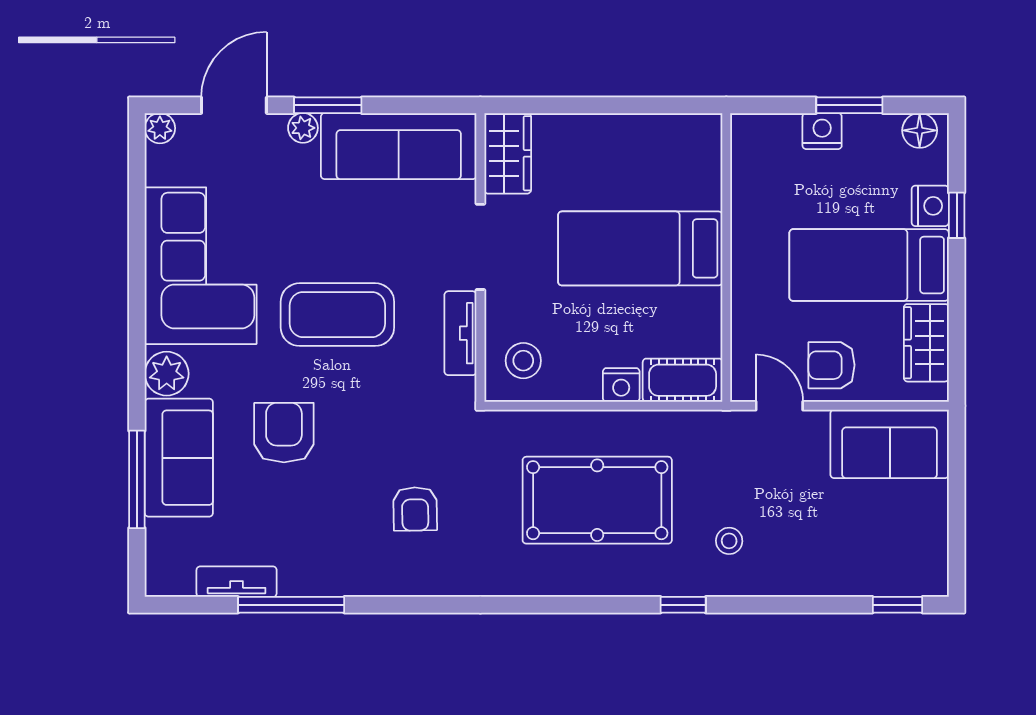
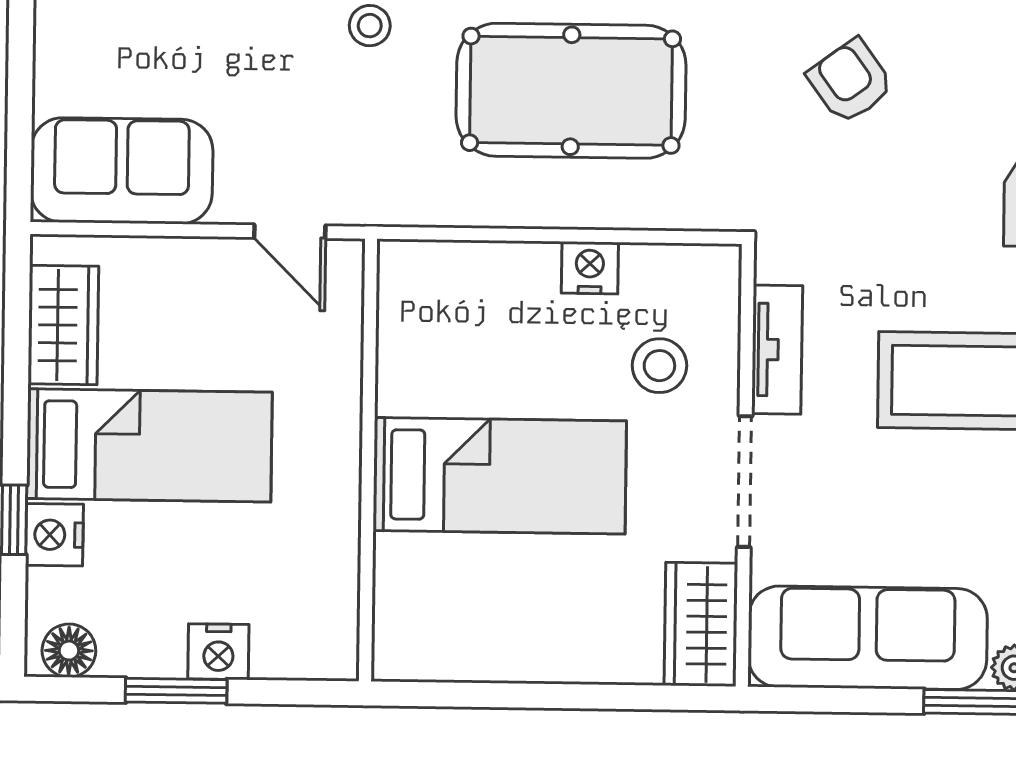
stool: (523, 361) -> (659, 366), moved
armchair: (832, 365) -> (209, 293), removed
cot: (683, 380) -> (438, 273), removed
nightstand: (621, 385) -> (590, 268), moved
armchair: (415, 509) -> (850, 81), turned -35

